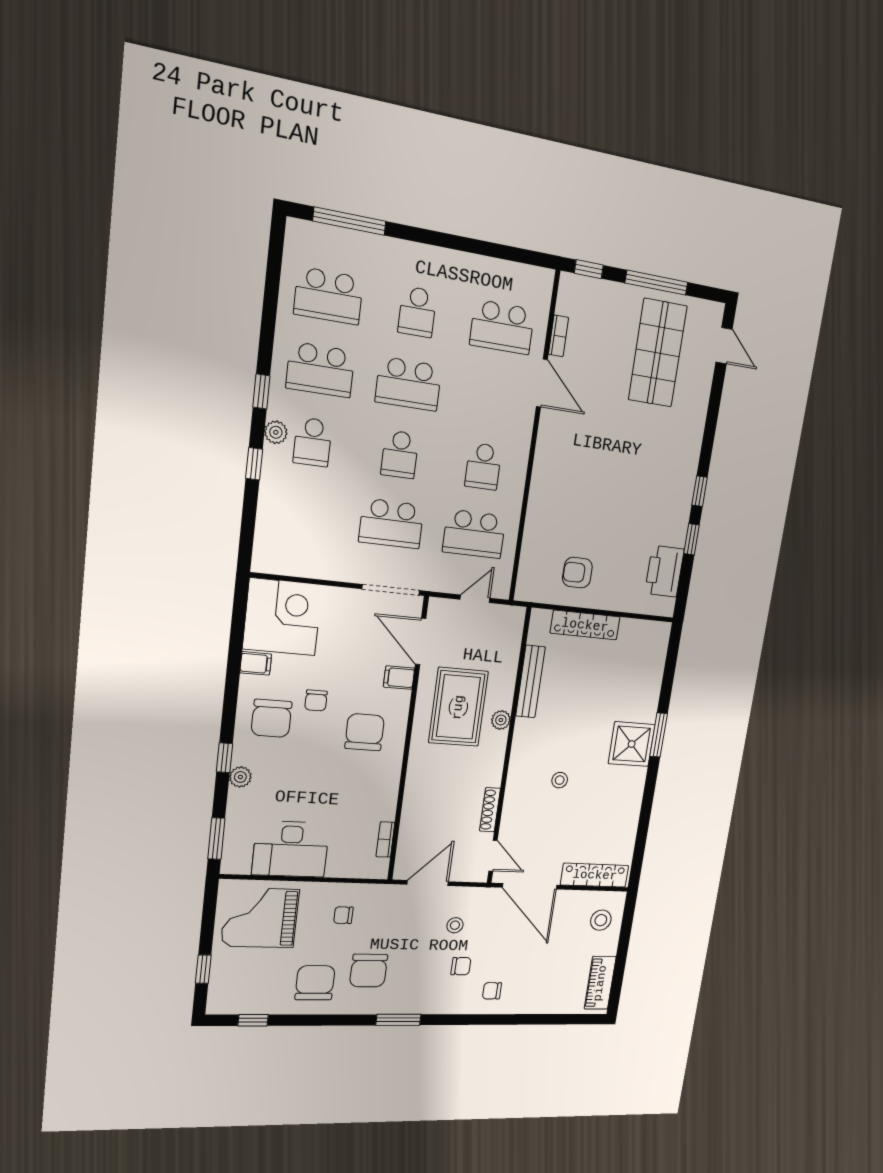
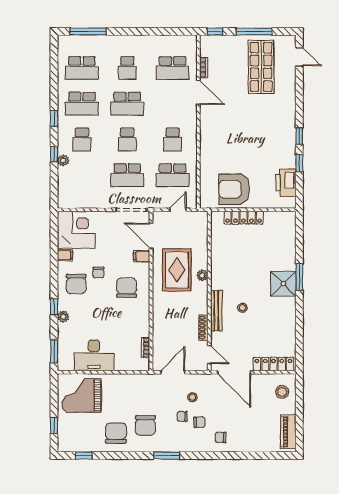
plant: (276, 432) -> (63, 160), moved
armchair: (577, 573) -> (234, 189), width x1.88, depth x1.88
bench: (530, 681) -> (216, 311), moved
chair: (343, 915) -> (182, 416), moved

